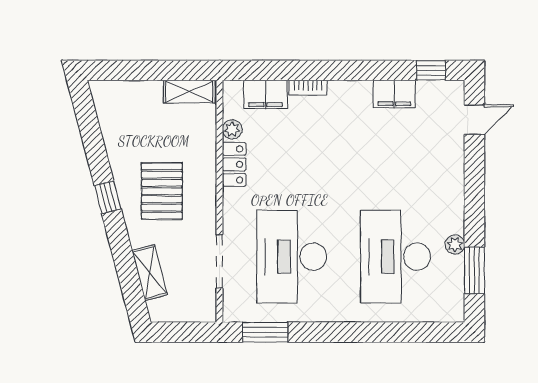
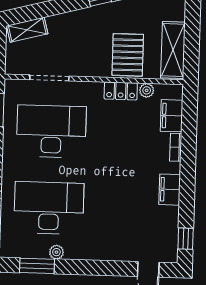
shelving: (189, 92) -> (173, 50), width x1.50, depth x1.33
filing cabinet: (394, 94) -> (170, 190), moved
pallet: (162, 191) -> (128, 55), moved, turned 90
shelving: (150, 273) -> (27, 30), moved

